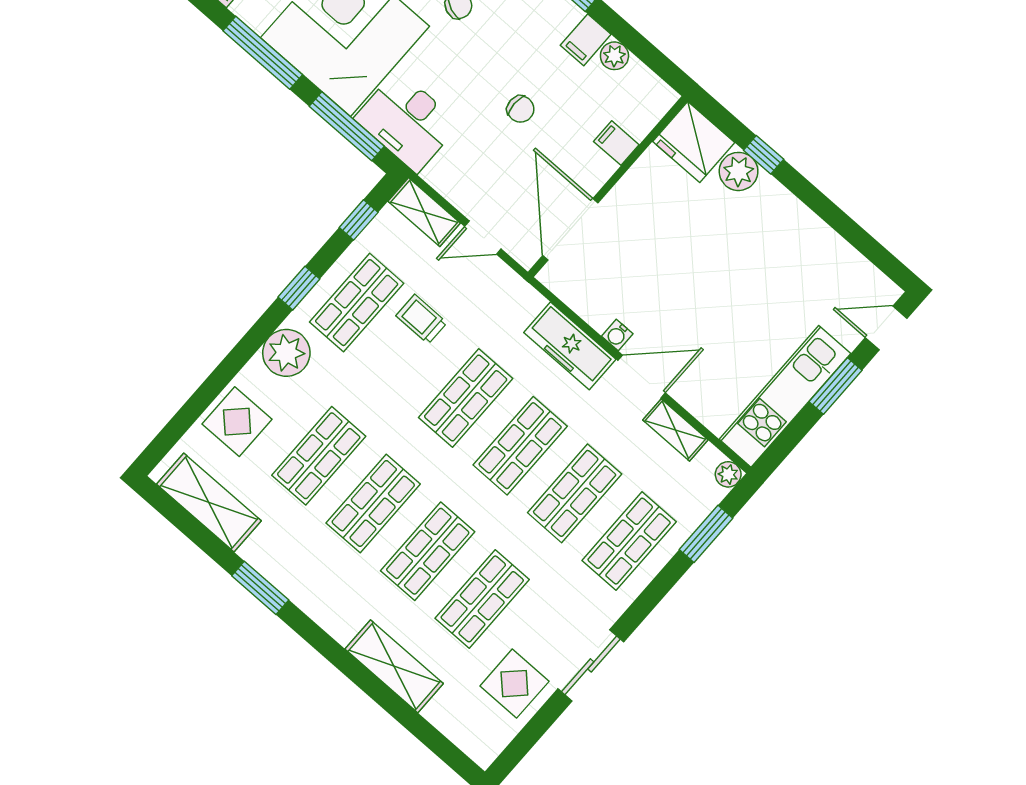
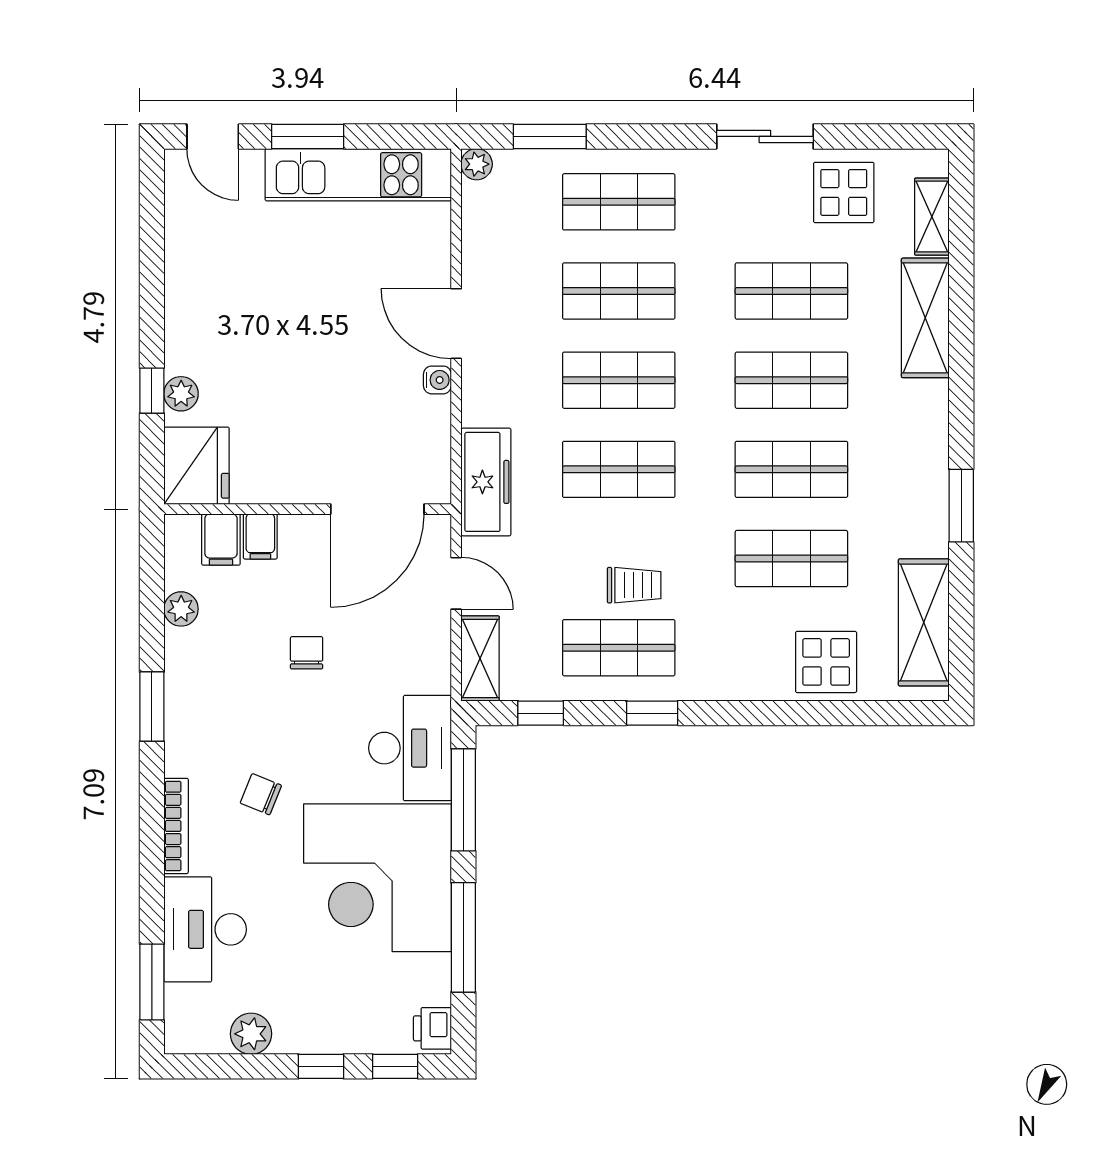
filing cabinet: (586, 40) -> (221, 540), moved, turned 90
plant: (739, 171) -> (181, 394), width x0.73, depth x0.73
trolley: (421, 319) -> (634, 585), moved, turned -90
freezer: (570, 346) -> (486, 482), moved
plant: (286, 353) -> (722, 672), removed
shelving: (675, 430) -> (932, 217), moved

